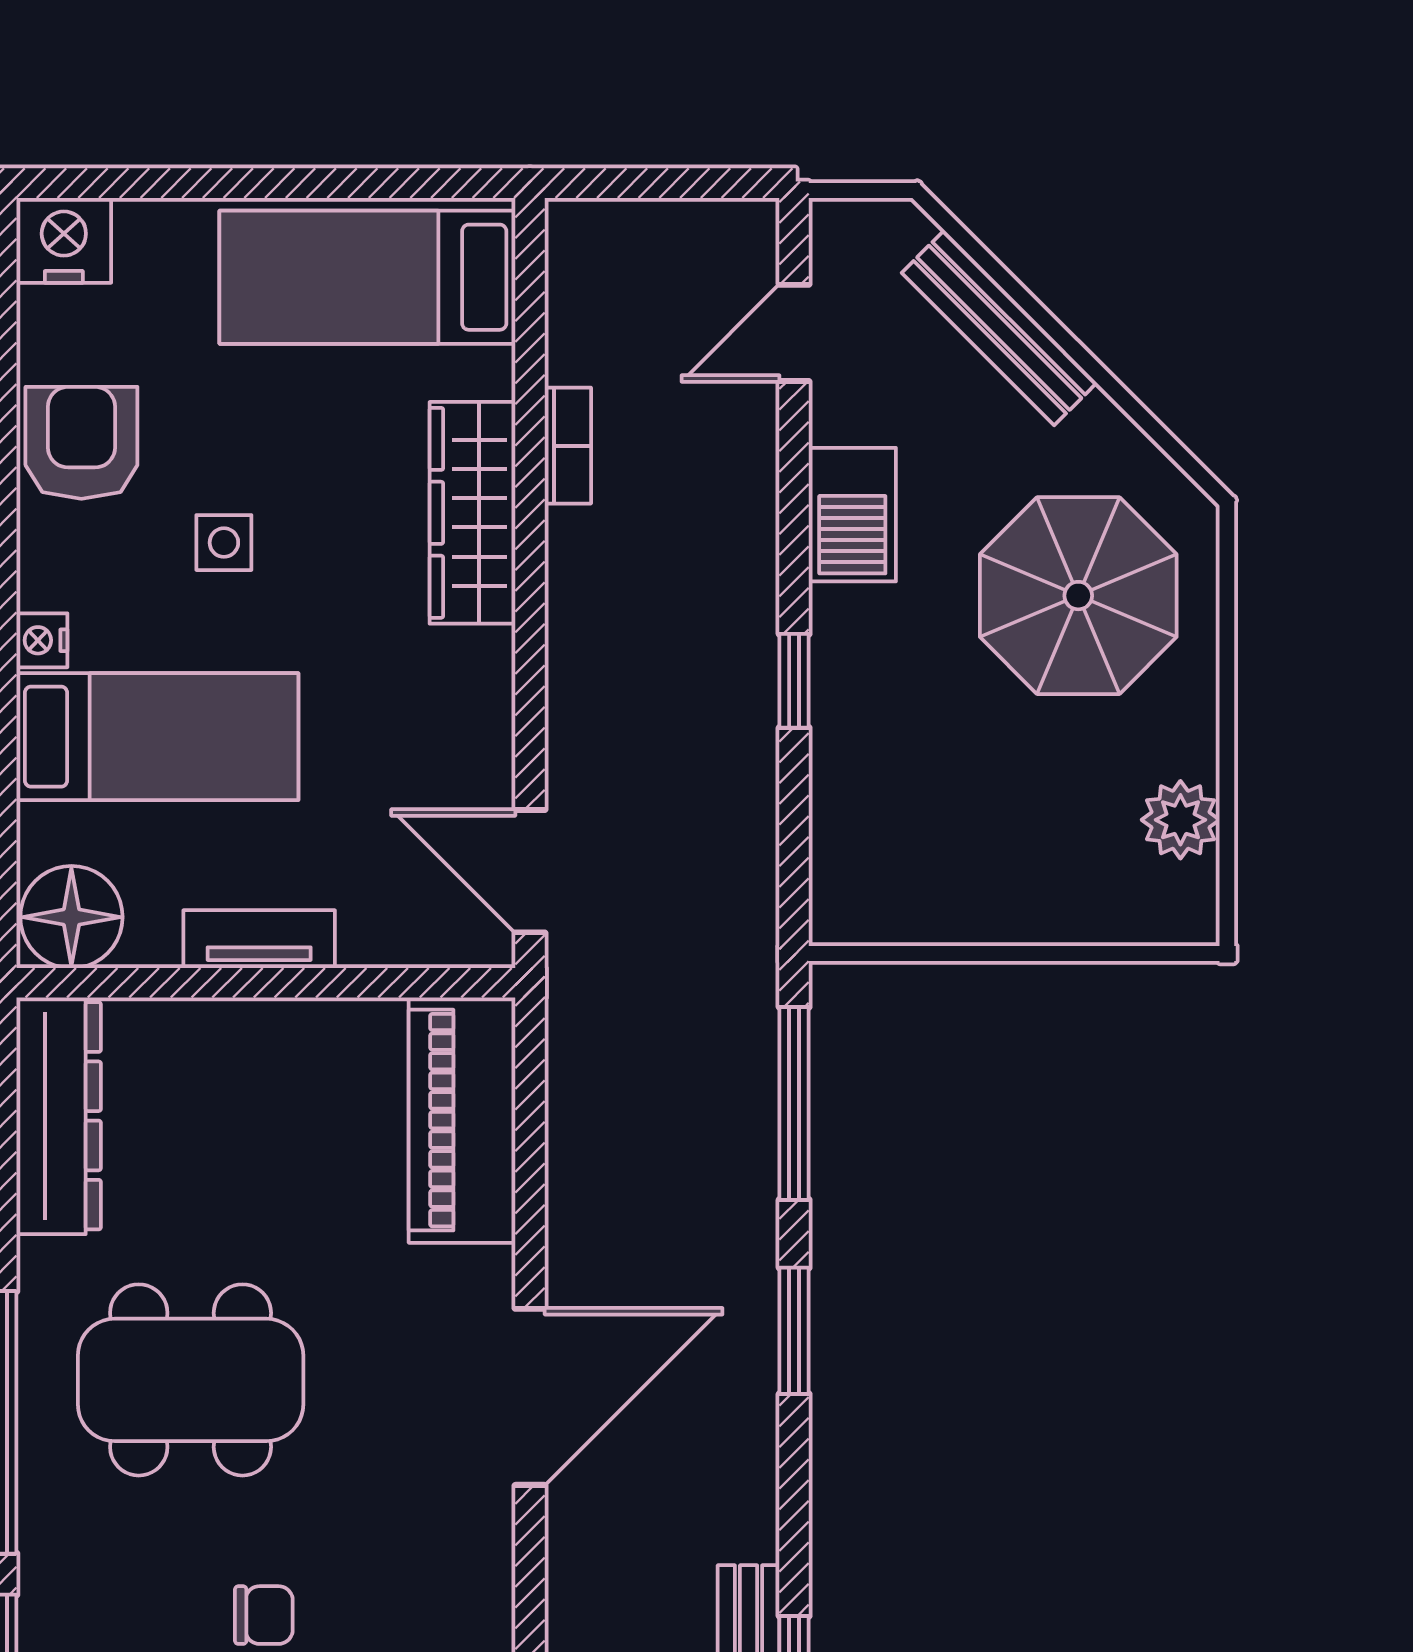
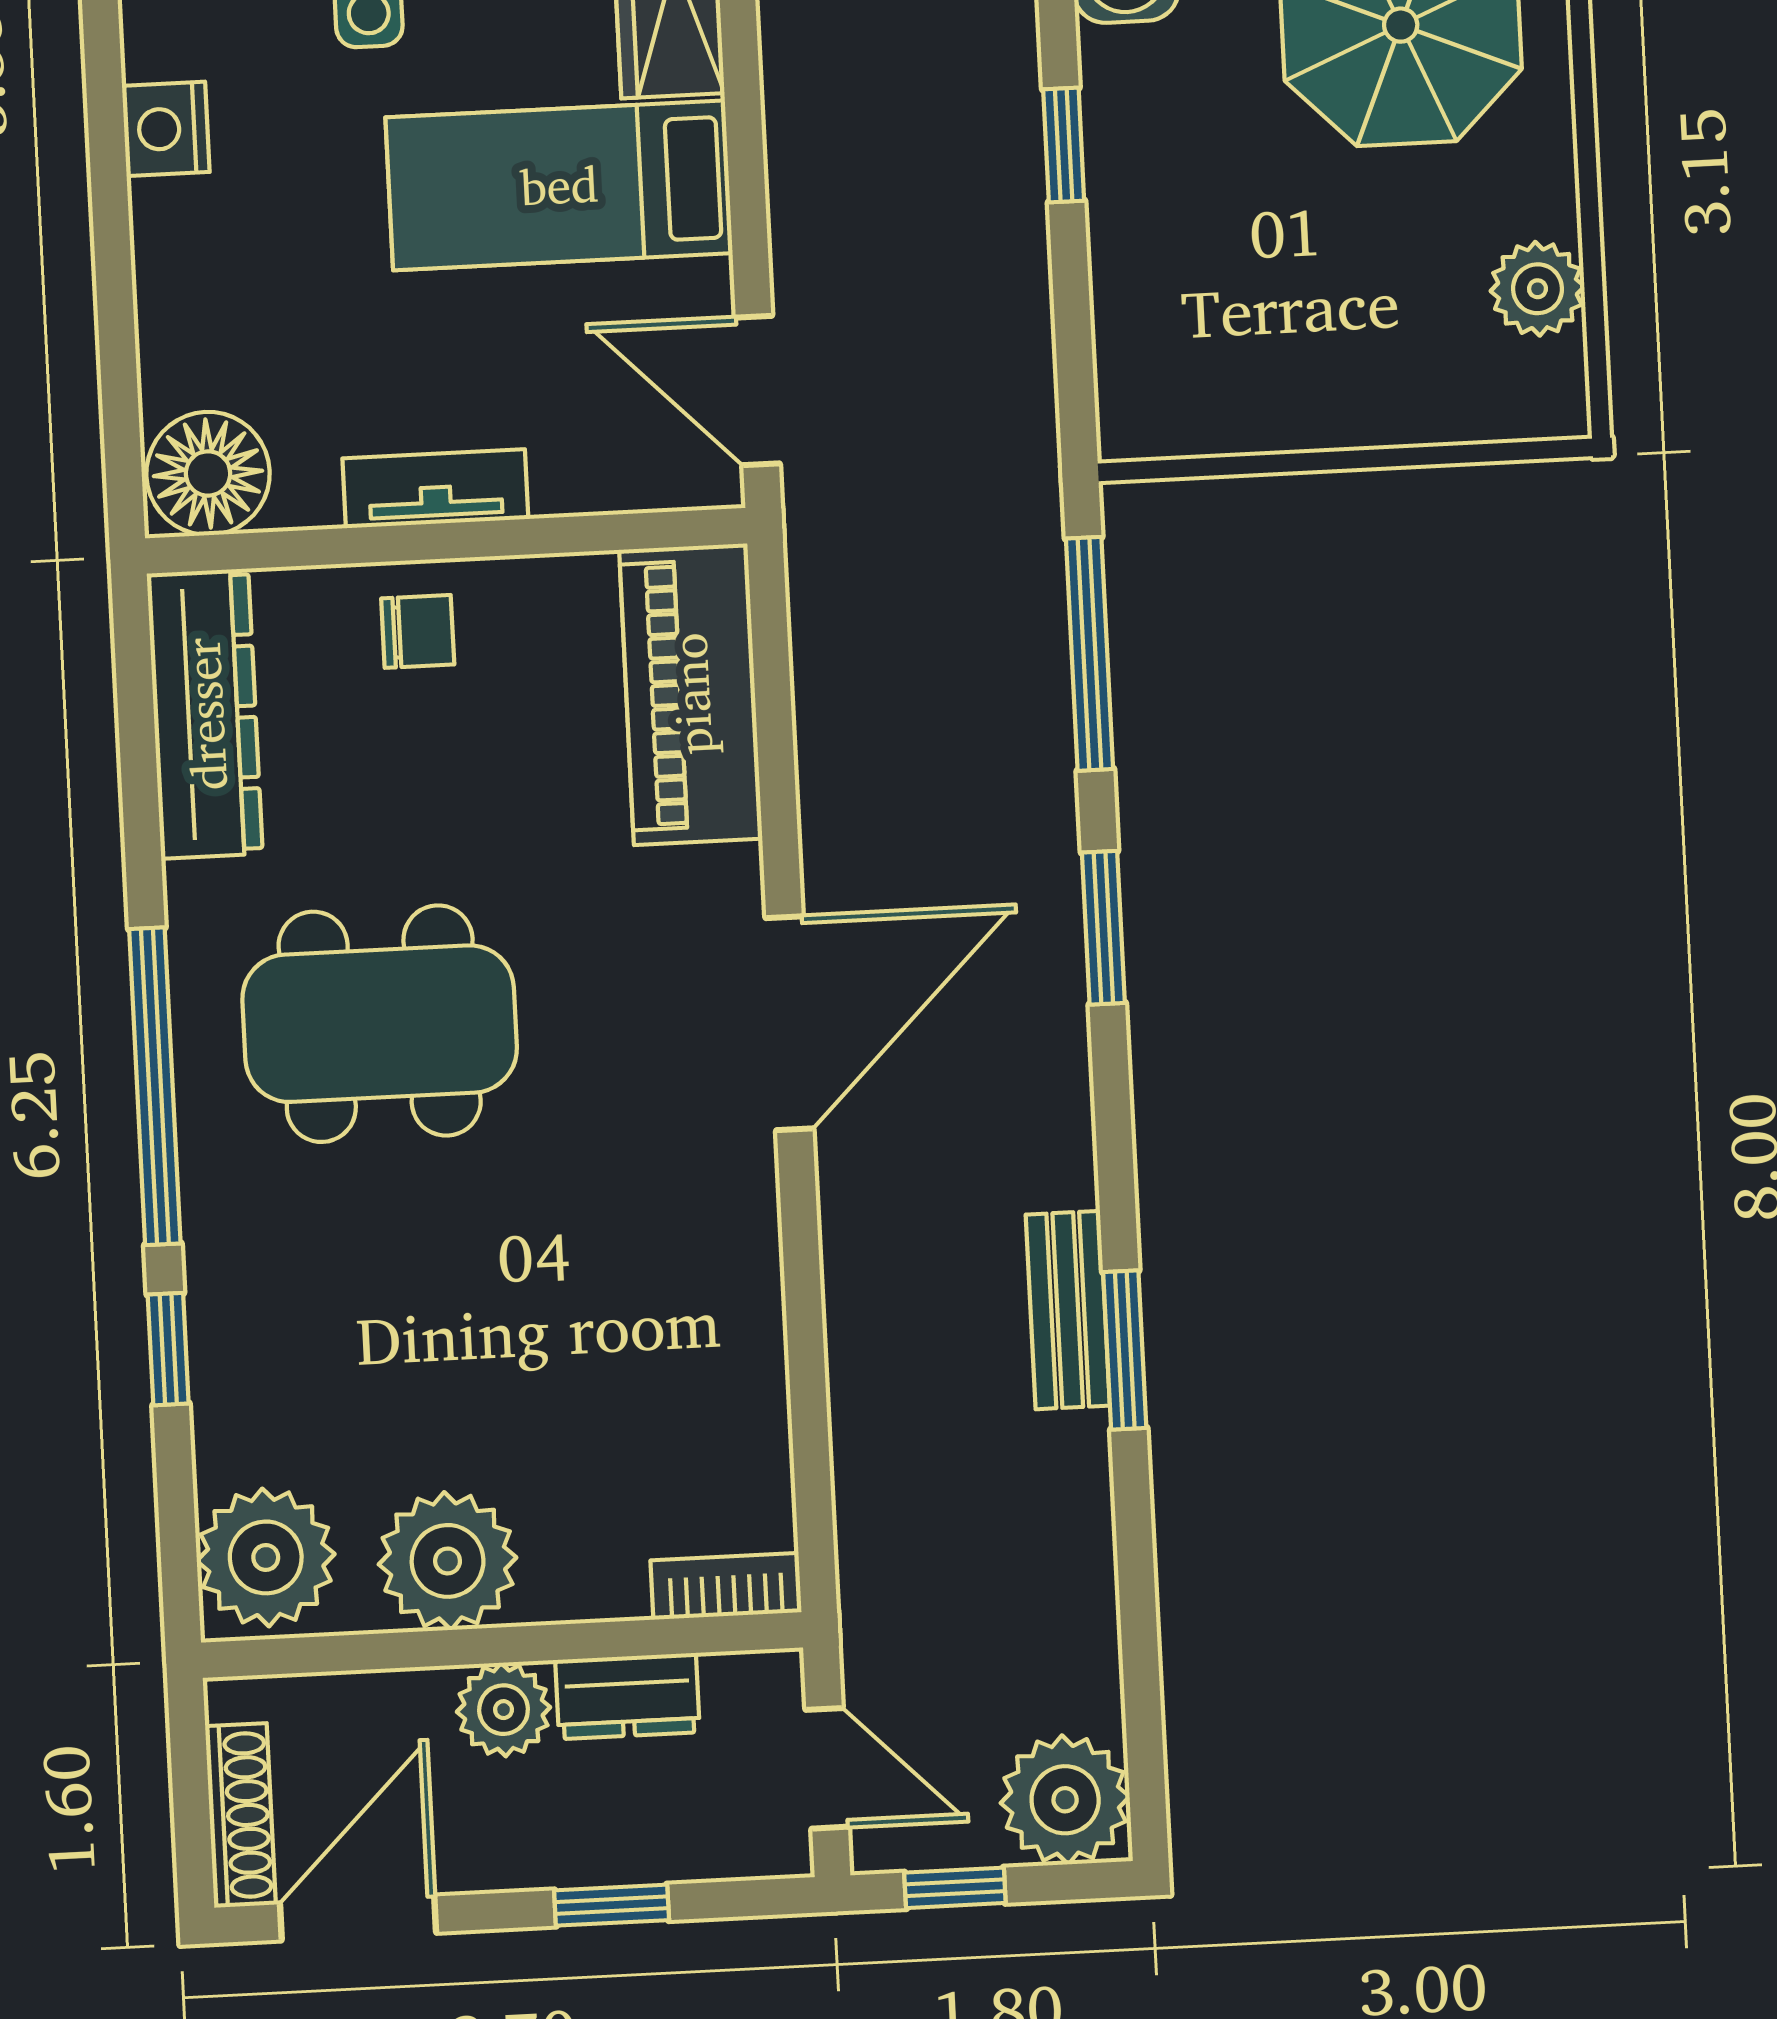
nightstand: (42, 640) -> (166, 129), width x1.39, depth x1.35
bed: (157, 737) -> (559, 185), moved, turned 180
chair: (264, 1615) -> (418, 631), moved

